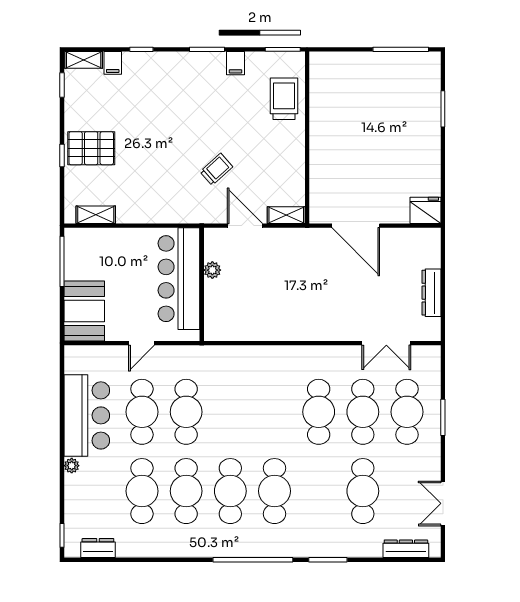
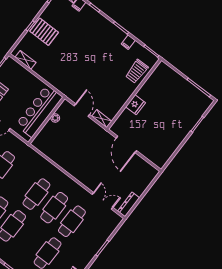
trolley: (284, 99) -> (137, 71), turned 180
trolley: (216, 169) -> (88, 79), removed
fridge: (425, 210) -> (136, 105), moved, turned 90
dresser: (431, 293) -> (129, 204), moved
double door: (386, 343) -> (103, 201), swing flipped
cafe table: (407, 412) -> (36, 194), moved

